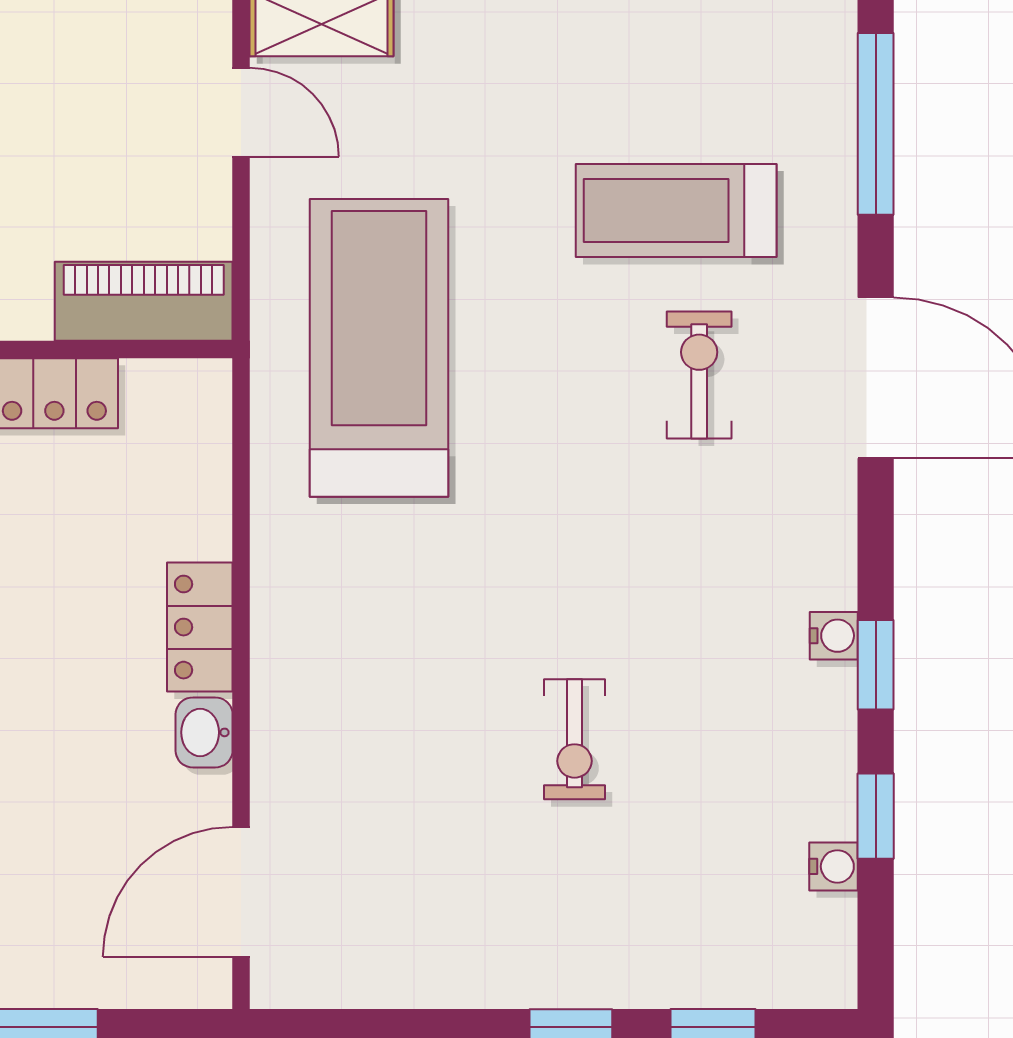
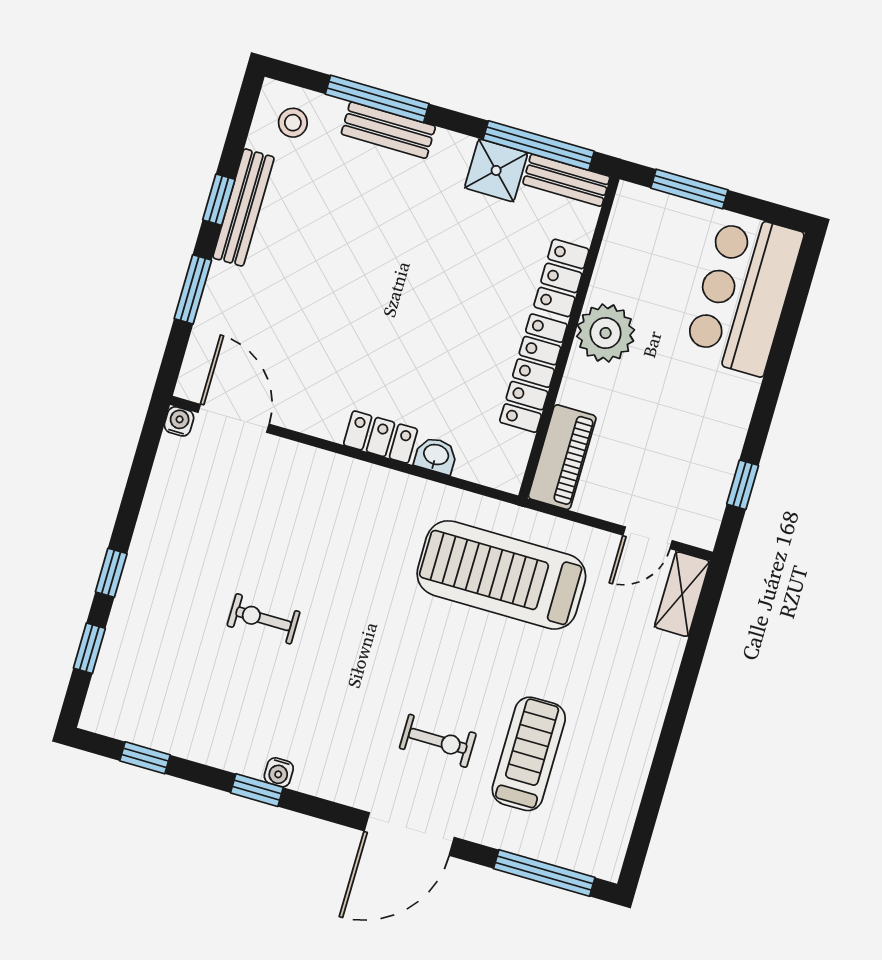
treadmill: (379, 348) -> (501, 575), turned 180
washbasin: (204, 732) -> (436, 455), moved
window: (876, 816) -> (145, 758), moved
water cooler: (834, 866) -> (179, 421), moved, turned 180

